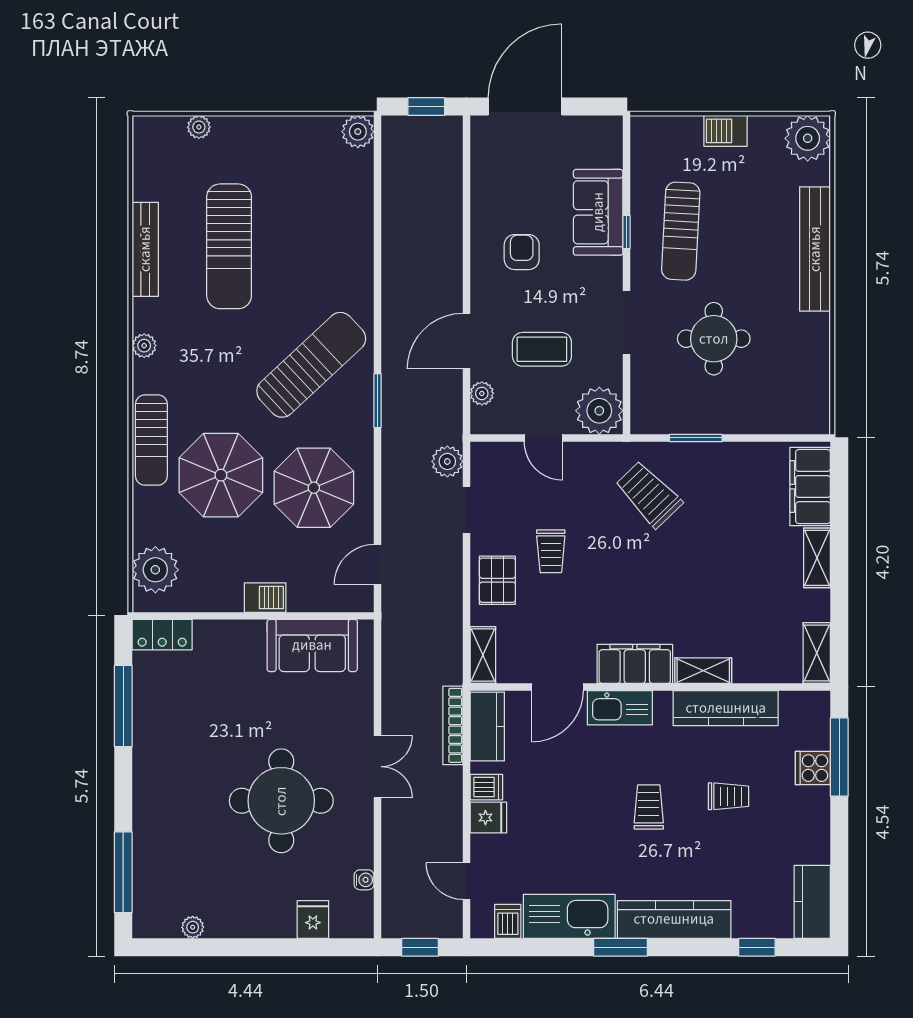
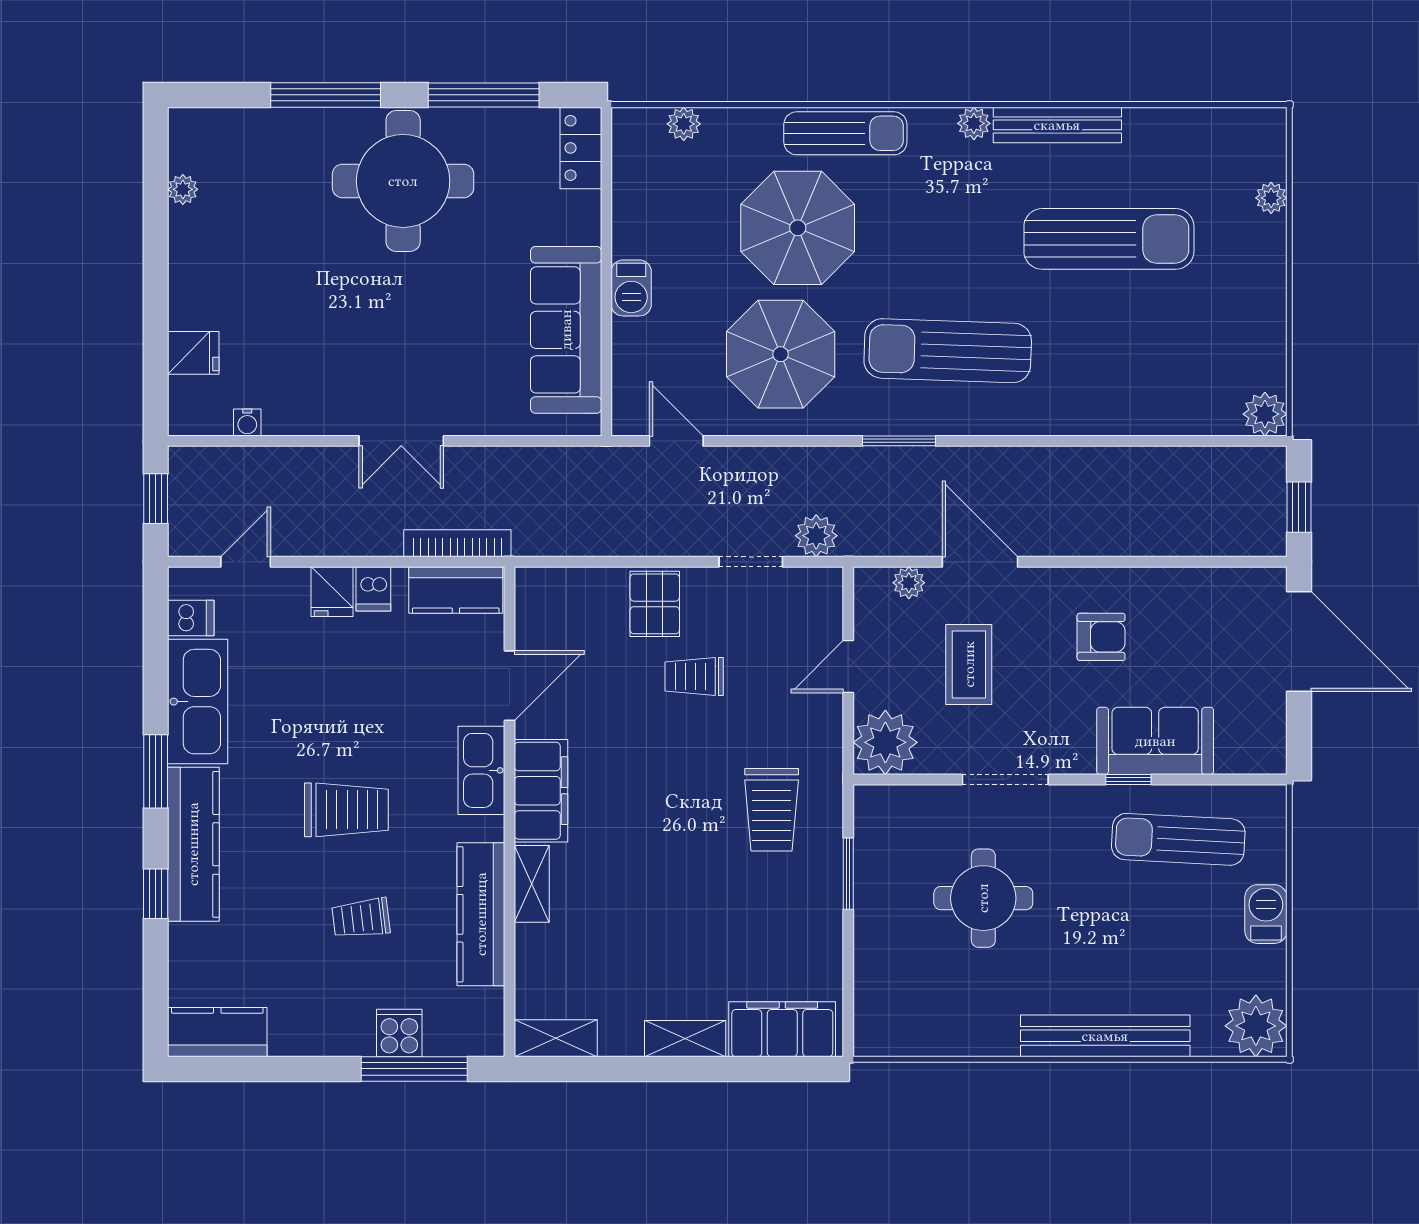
sun lounger: (681, 231) -> (1178, 839), moved
sun lounger: (229, 246) -> (1109, 239), turned 180
bench: (145, 249) -> (1057, 125), moved
sun lounger: (311, 365) -> (948, 351), turned 135
sun lounger: (151, 440) -> (845, 133), turned 180
trolley: (649, 494) -> (772, 810), turned 134
plant: (155, 570) -> (684, 124), width x0.53, depth x0.53
pallet: (497, 580) -> (655, 604), turned 90
sofa: (312, 645) -> (566, 330), width x1.36
shelving: (483, 655) -> (553, 584), removed
door: (558, 687) -> (510, 686), swing flipped
trolley: (728, 796) -> (361, 918), turned 83
round table: (281, 801) -> (403, 181), moved
trolley: (649, 807) -> (346, 810), width x1.36, depth x1.39
window: (123, 872) -> (326, 95), moved
window: (757, 947) -> (156, 894), moved

